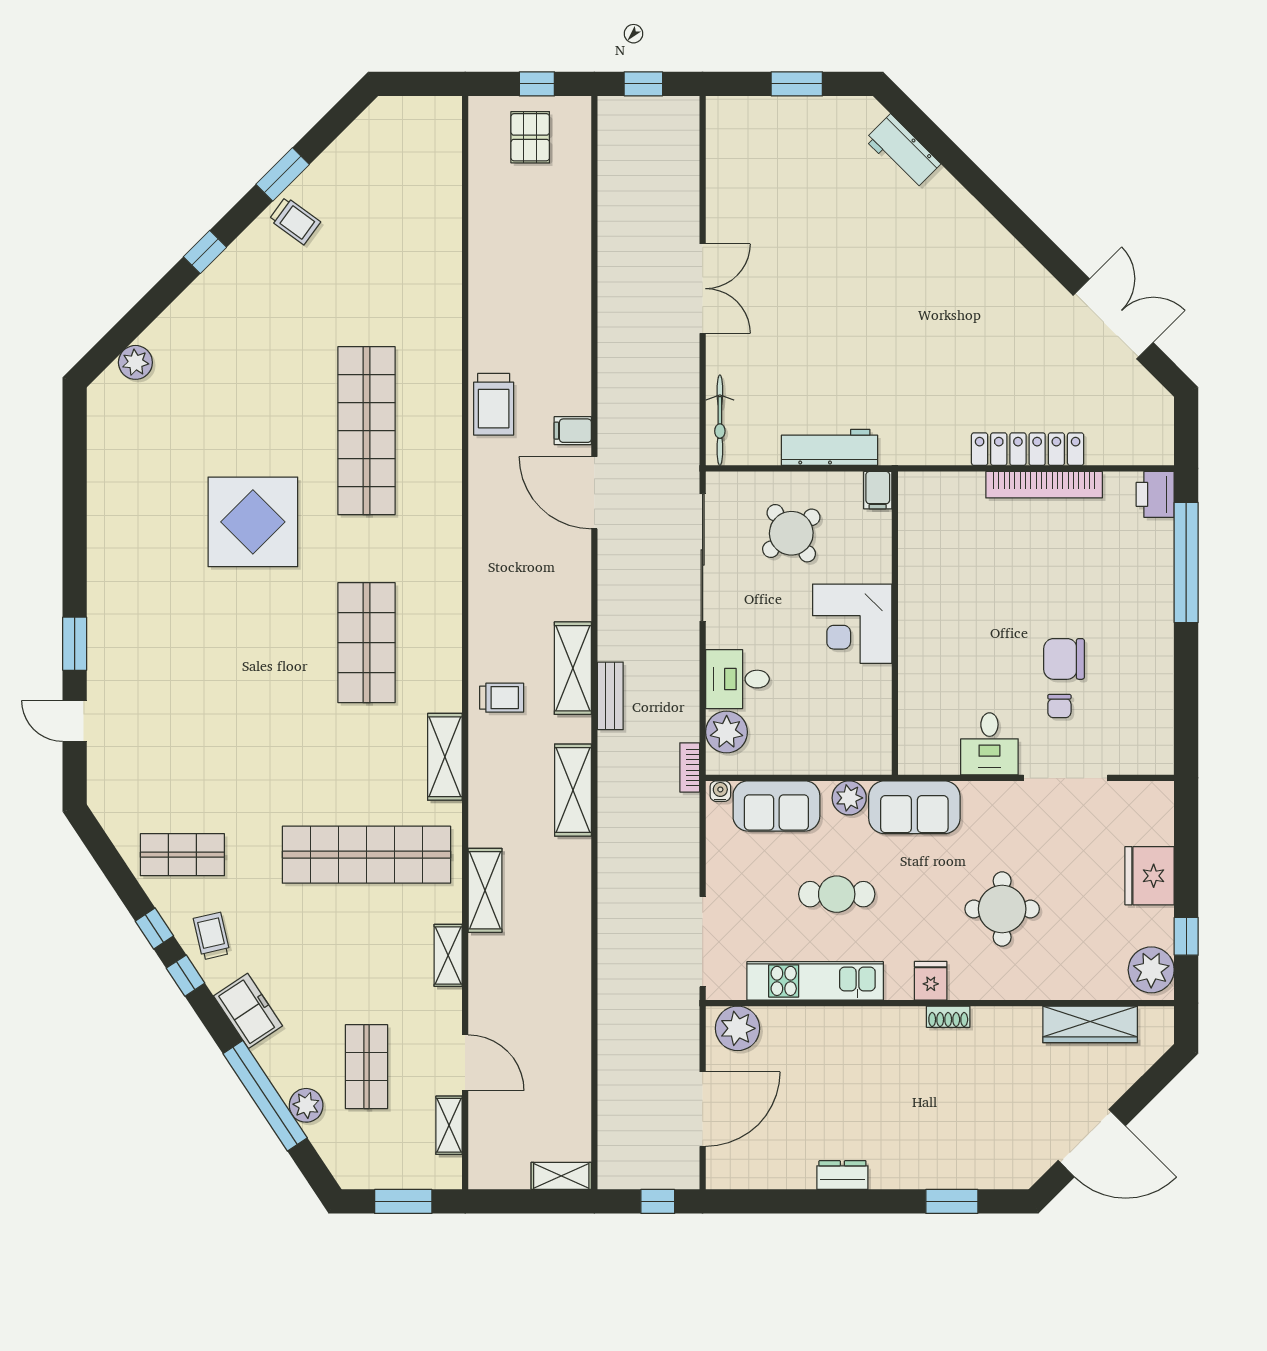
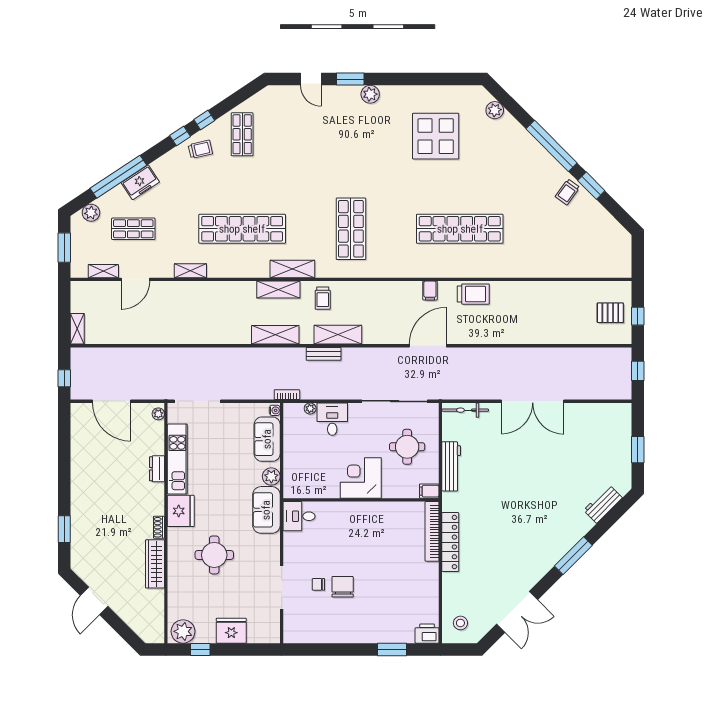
window: (1003, 209) -> (573, 556), added
window: (205, 252) -> (551, 146), width x3.17
double door: (703, 289) -> (533, 401), width x1.36
trolley: (494, 404) -> (473, 294), turned 180
stool: (1135, 429) -> (460, 623), added
filing cabinet: (573, 431) -> (430, 290), moved, turned 180
locker: (1028, 449) -> (450, 542), moved
bookcase: (1044, 485) -> (432, 531), moved
display table: (253, 522) -> (436, 136), moved
round table: (791, 533) -> (407, 447), turned 38
window: (1186, 563) -> (392, 649), width x0.47
plant: (104, 605) -> (370, 94), added
shop shelf: (366, 643) -> (351, 229), turned 90
door: (75, 721) -> (311, 79), swing flipped
plant: (727, 732) -> (310, 409), width x0.53, depth x0.53
desk: (989, 744) -> (299, 516), moved
shop shelf: (366, 855) -> (242, 229), turned 90
shelving: (485, 890) -> (278, 290), moved
cafe table: (837, 894) -> (222, 470), removed
fridge: (931, 981) -> (181, 511), width x1.88, depth x1.34
freezer: (248, 1011) -> (140, 182), moved
wardrobe: (1090, 1024) -> (155, 564), moved
plant: (738, 1028) -> (158, 414), width x0.53, depth x0.53
plant: (306, 1105) -> (91, 213), moved
door: (1092, 1143) -> (94, 601), width x0.73
dresser: (842, 1175) -> (157, 469), moved, turned 180

